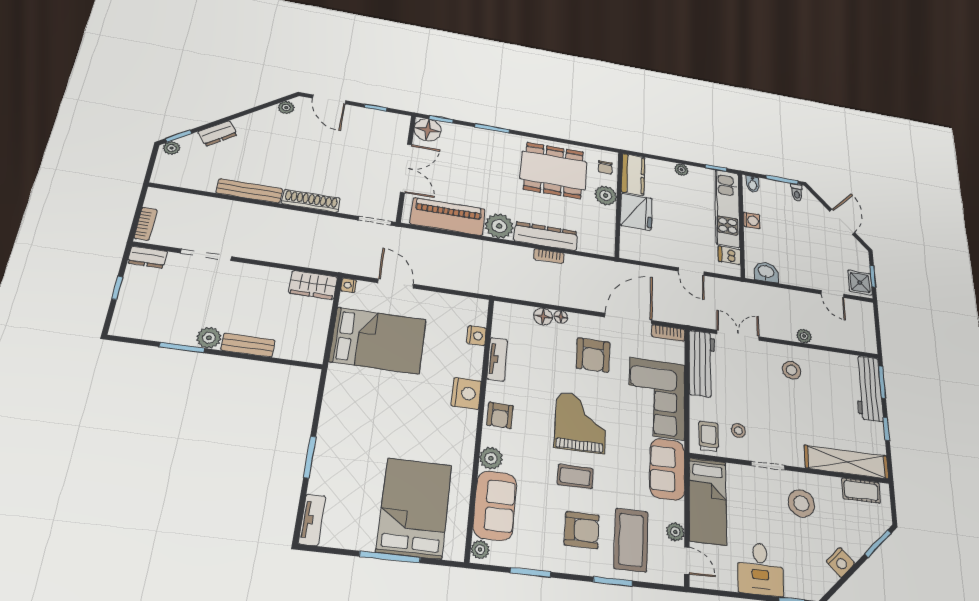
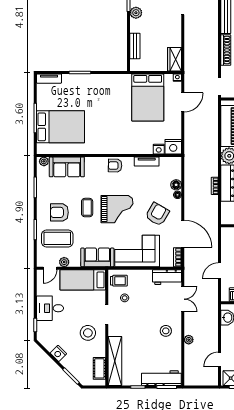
bench: (248, 345) -> (135, 46), moved
armchair: (593, 355) -> (157, 214), turned 120
workbench: (702, 364) -> (167, 277), width x0.73
nightstand: (466, 393) -> (173, 147), moved
plant: (491, 458) -> (91, 163), removed
armchair: (582, 530) -> (59, 212), turned 90

